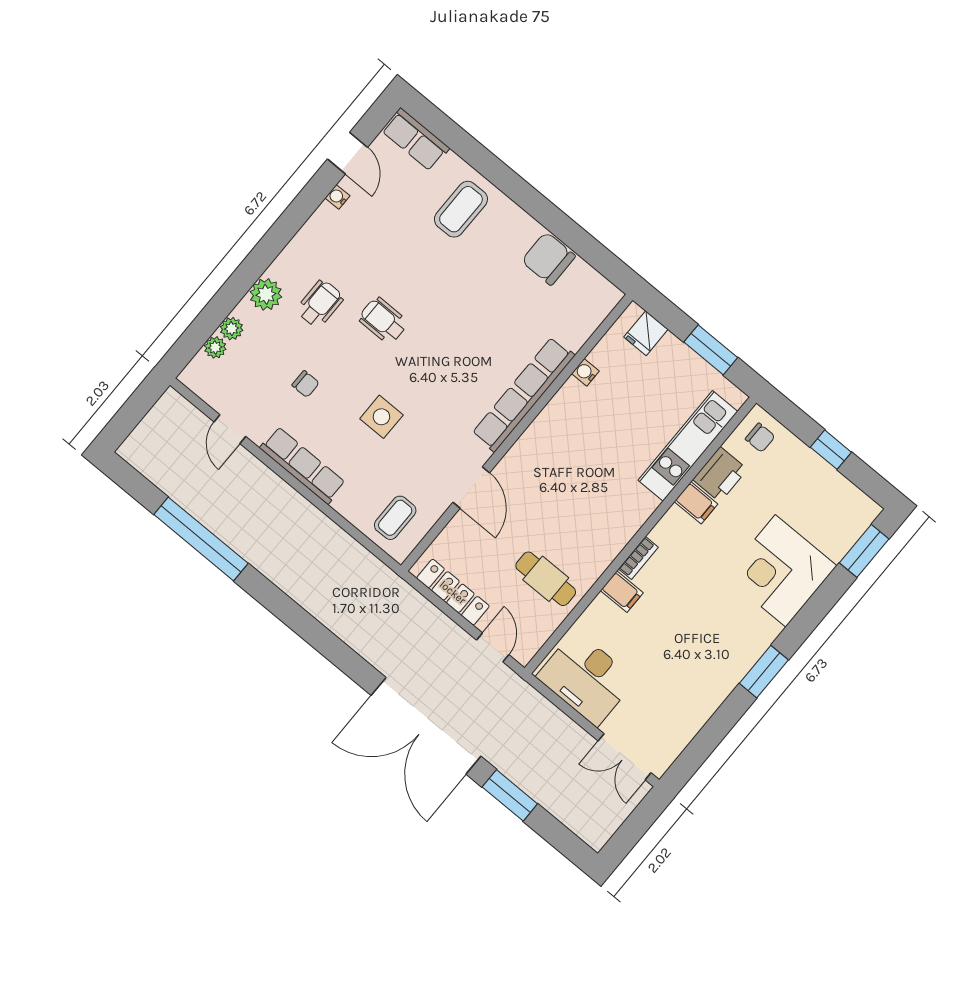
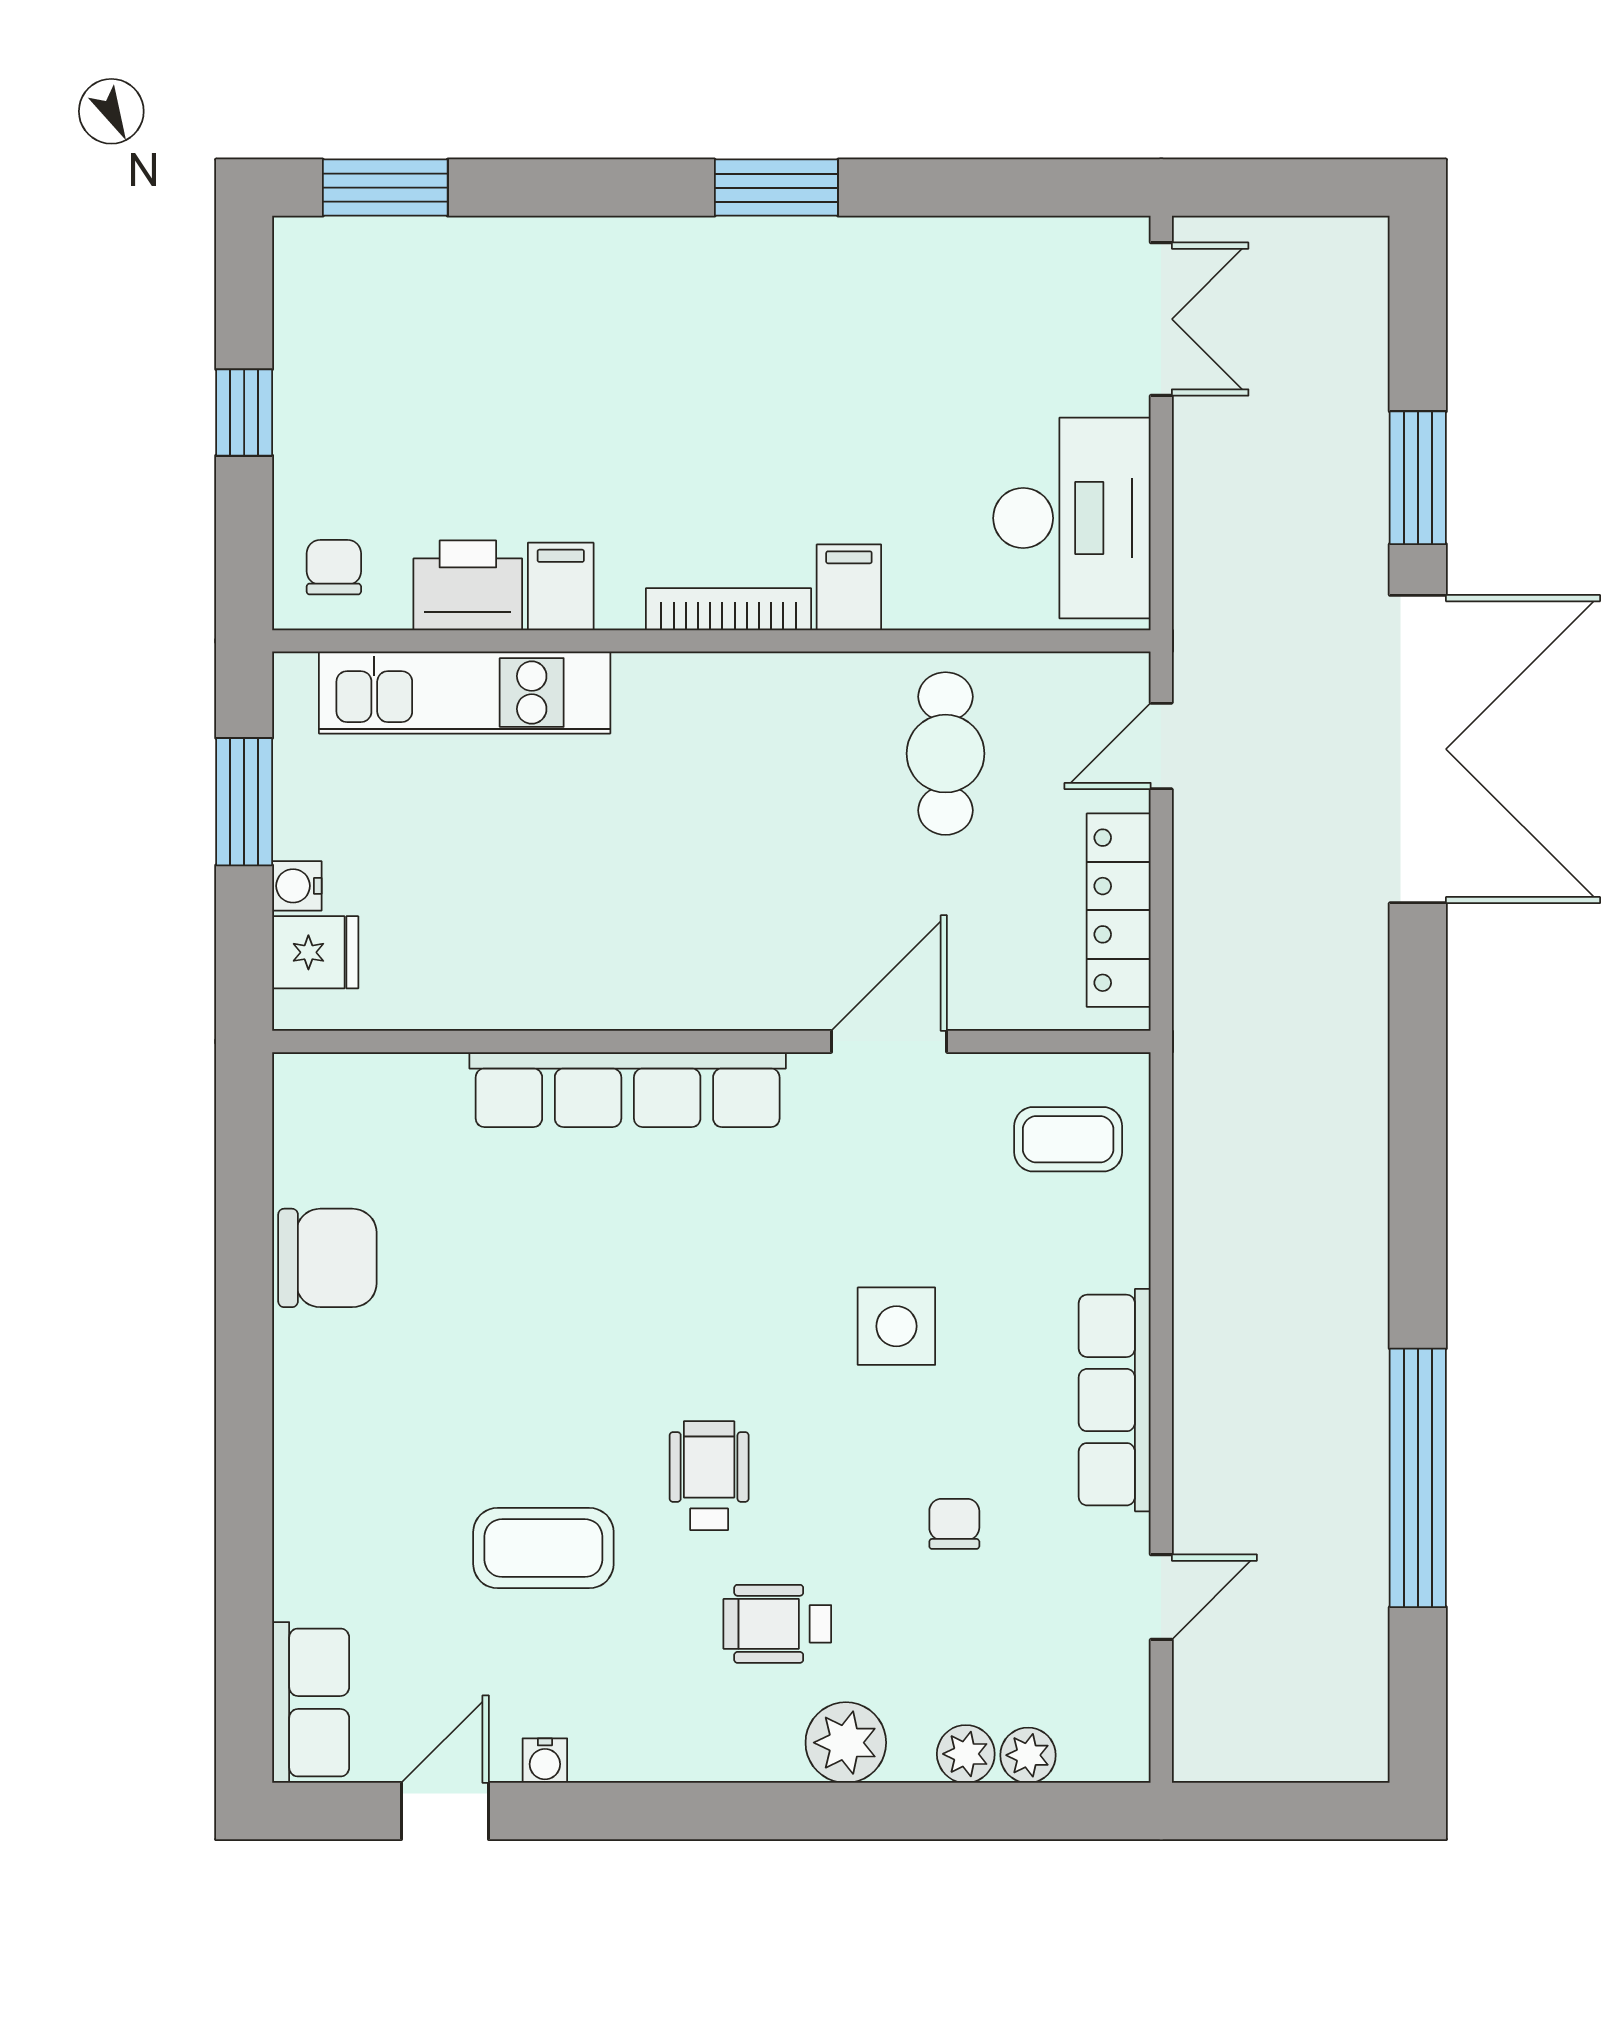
coffee table: (461, 209) -> (543, 1548), moved
chair: (548, 259) -> (327, 1258), turned -90
wheelchair: (383, 321) -> (709, 1476), turned 180
water cooler: (585, 372) -> (297, 886), moved, turned 90
bookcase: (638, 558) -> (728, 609), width x1.56
corner desk: (781, 571) -> (556, 316), removed

